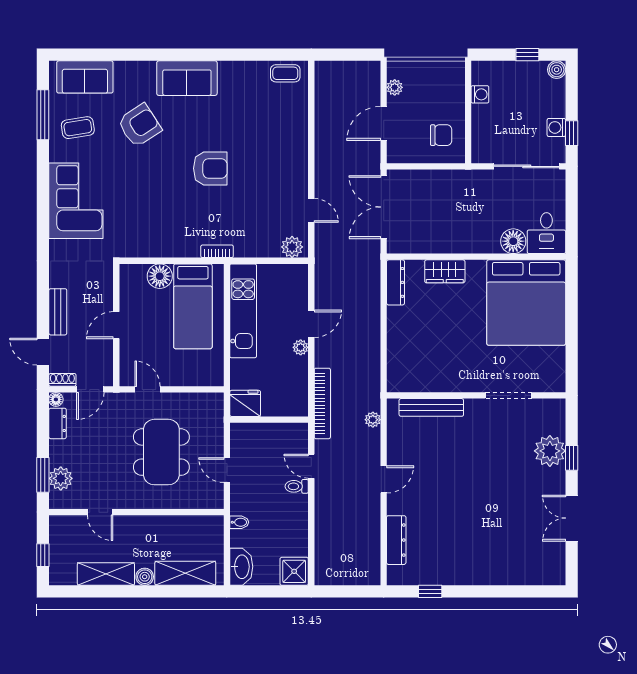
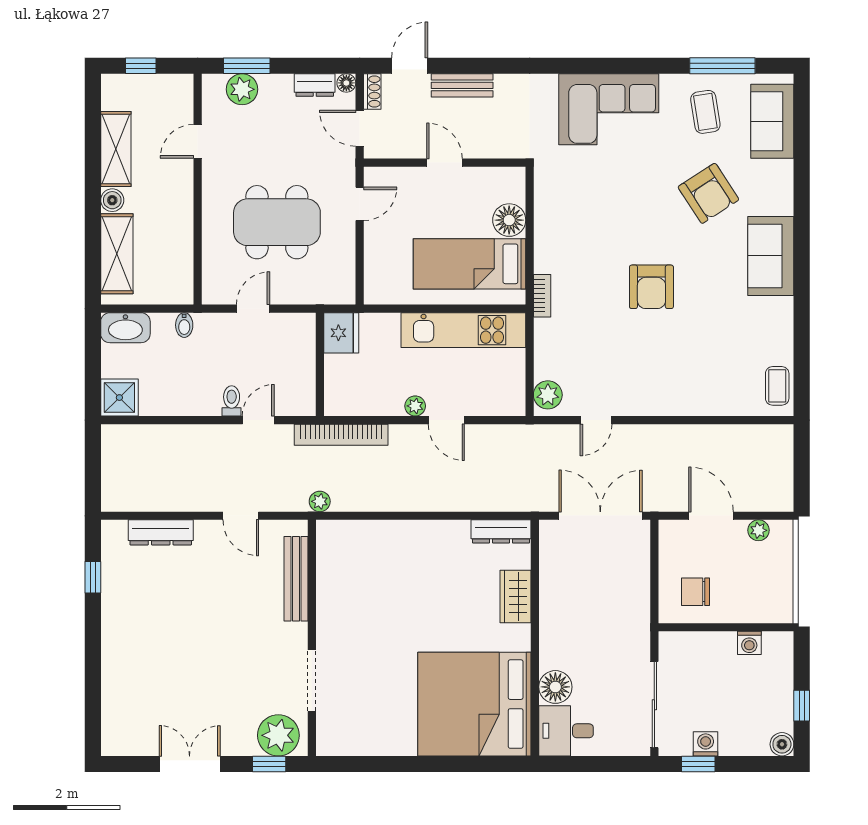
chair: (441, 135) -> (695, 592), turned 90
wall: (476, 395) -> (312, 638), moved
doorway: (508, 395) -> (312, 681), moved
bench: (431, 407) -> (296, 579), moved

